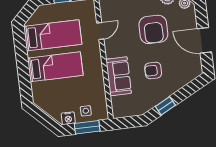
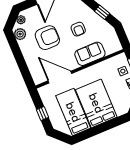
door: (100, 31) -> (60, 77), width x1.87
bed: (55, 67) -> (96, 103), width x1.50

